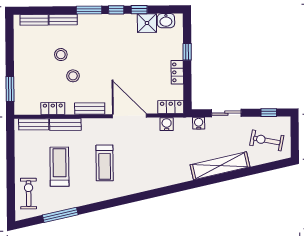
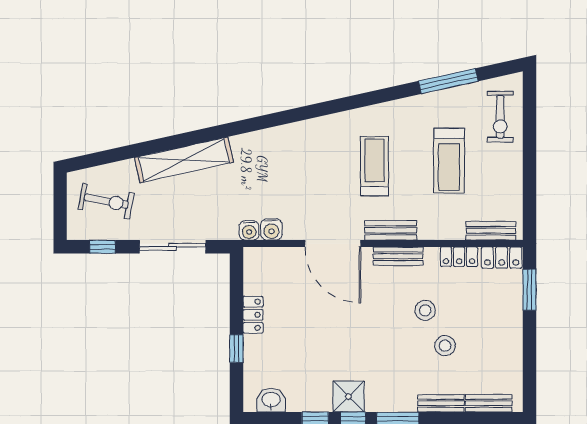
shower: (147, 23) -> (348, 397), moved
locker: (171, 107) -> (502, 258), moved
sliding door: (226, 113) -> (173, 247), width x1.37
water cooler: (199, 123) -> (249, 230), moved
bench: (65, 124) -> (391, 230), moved

